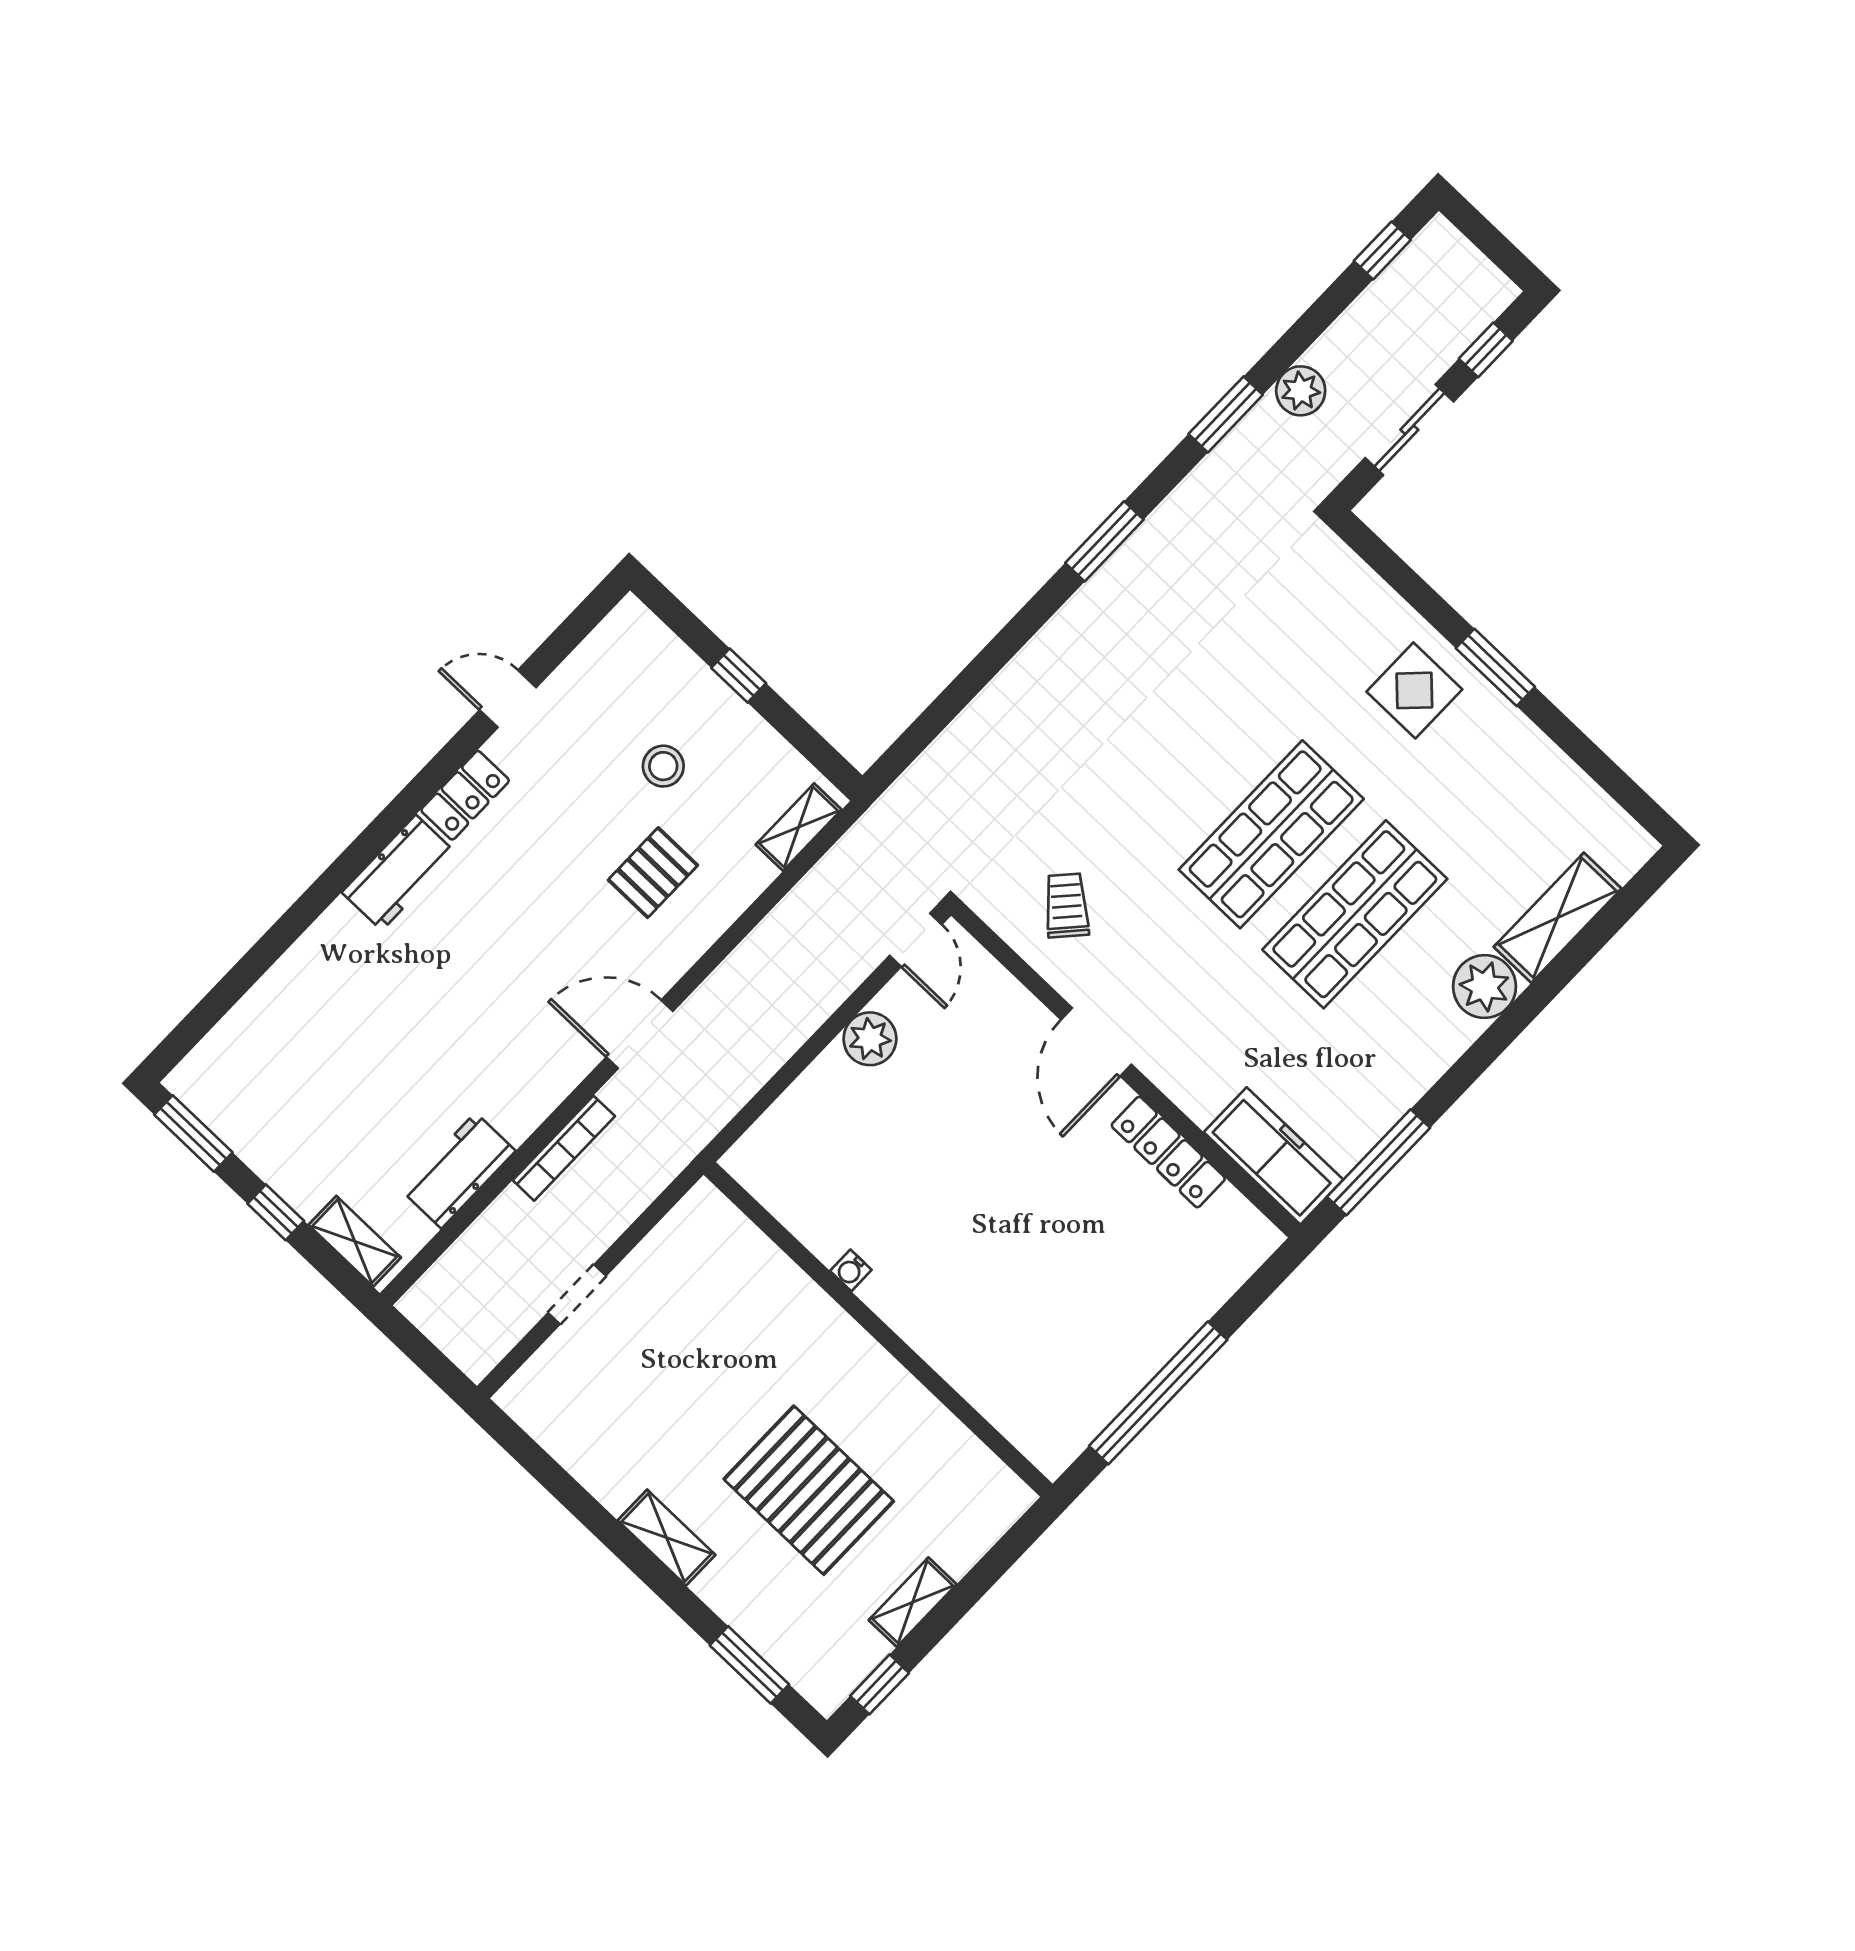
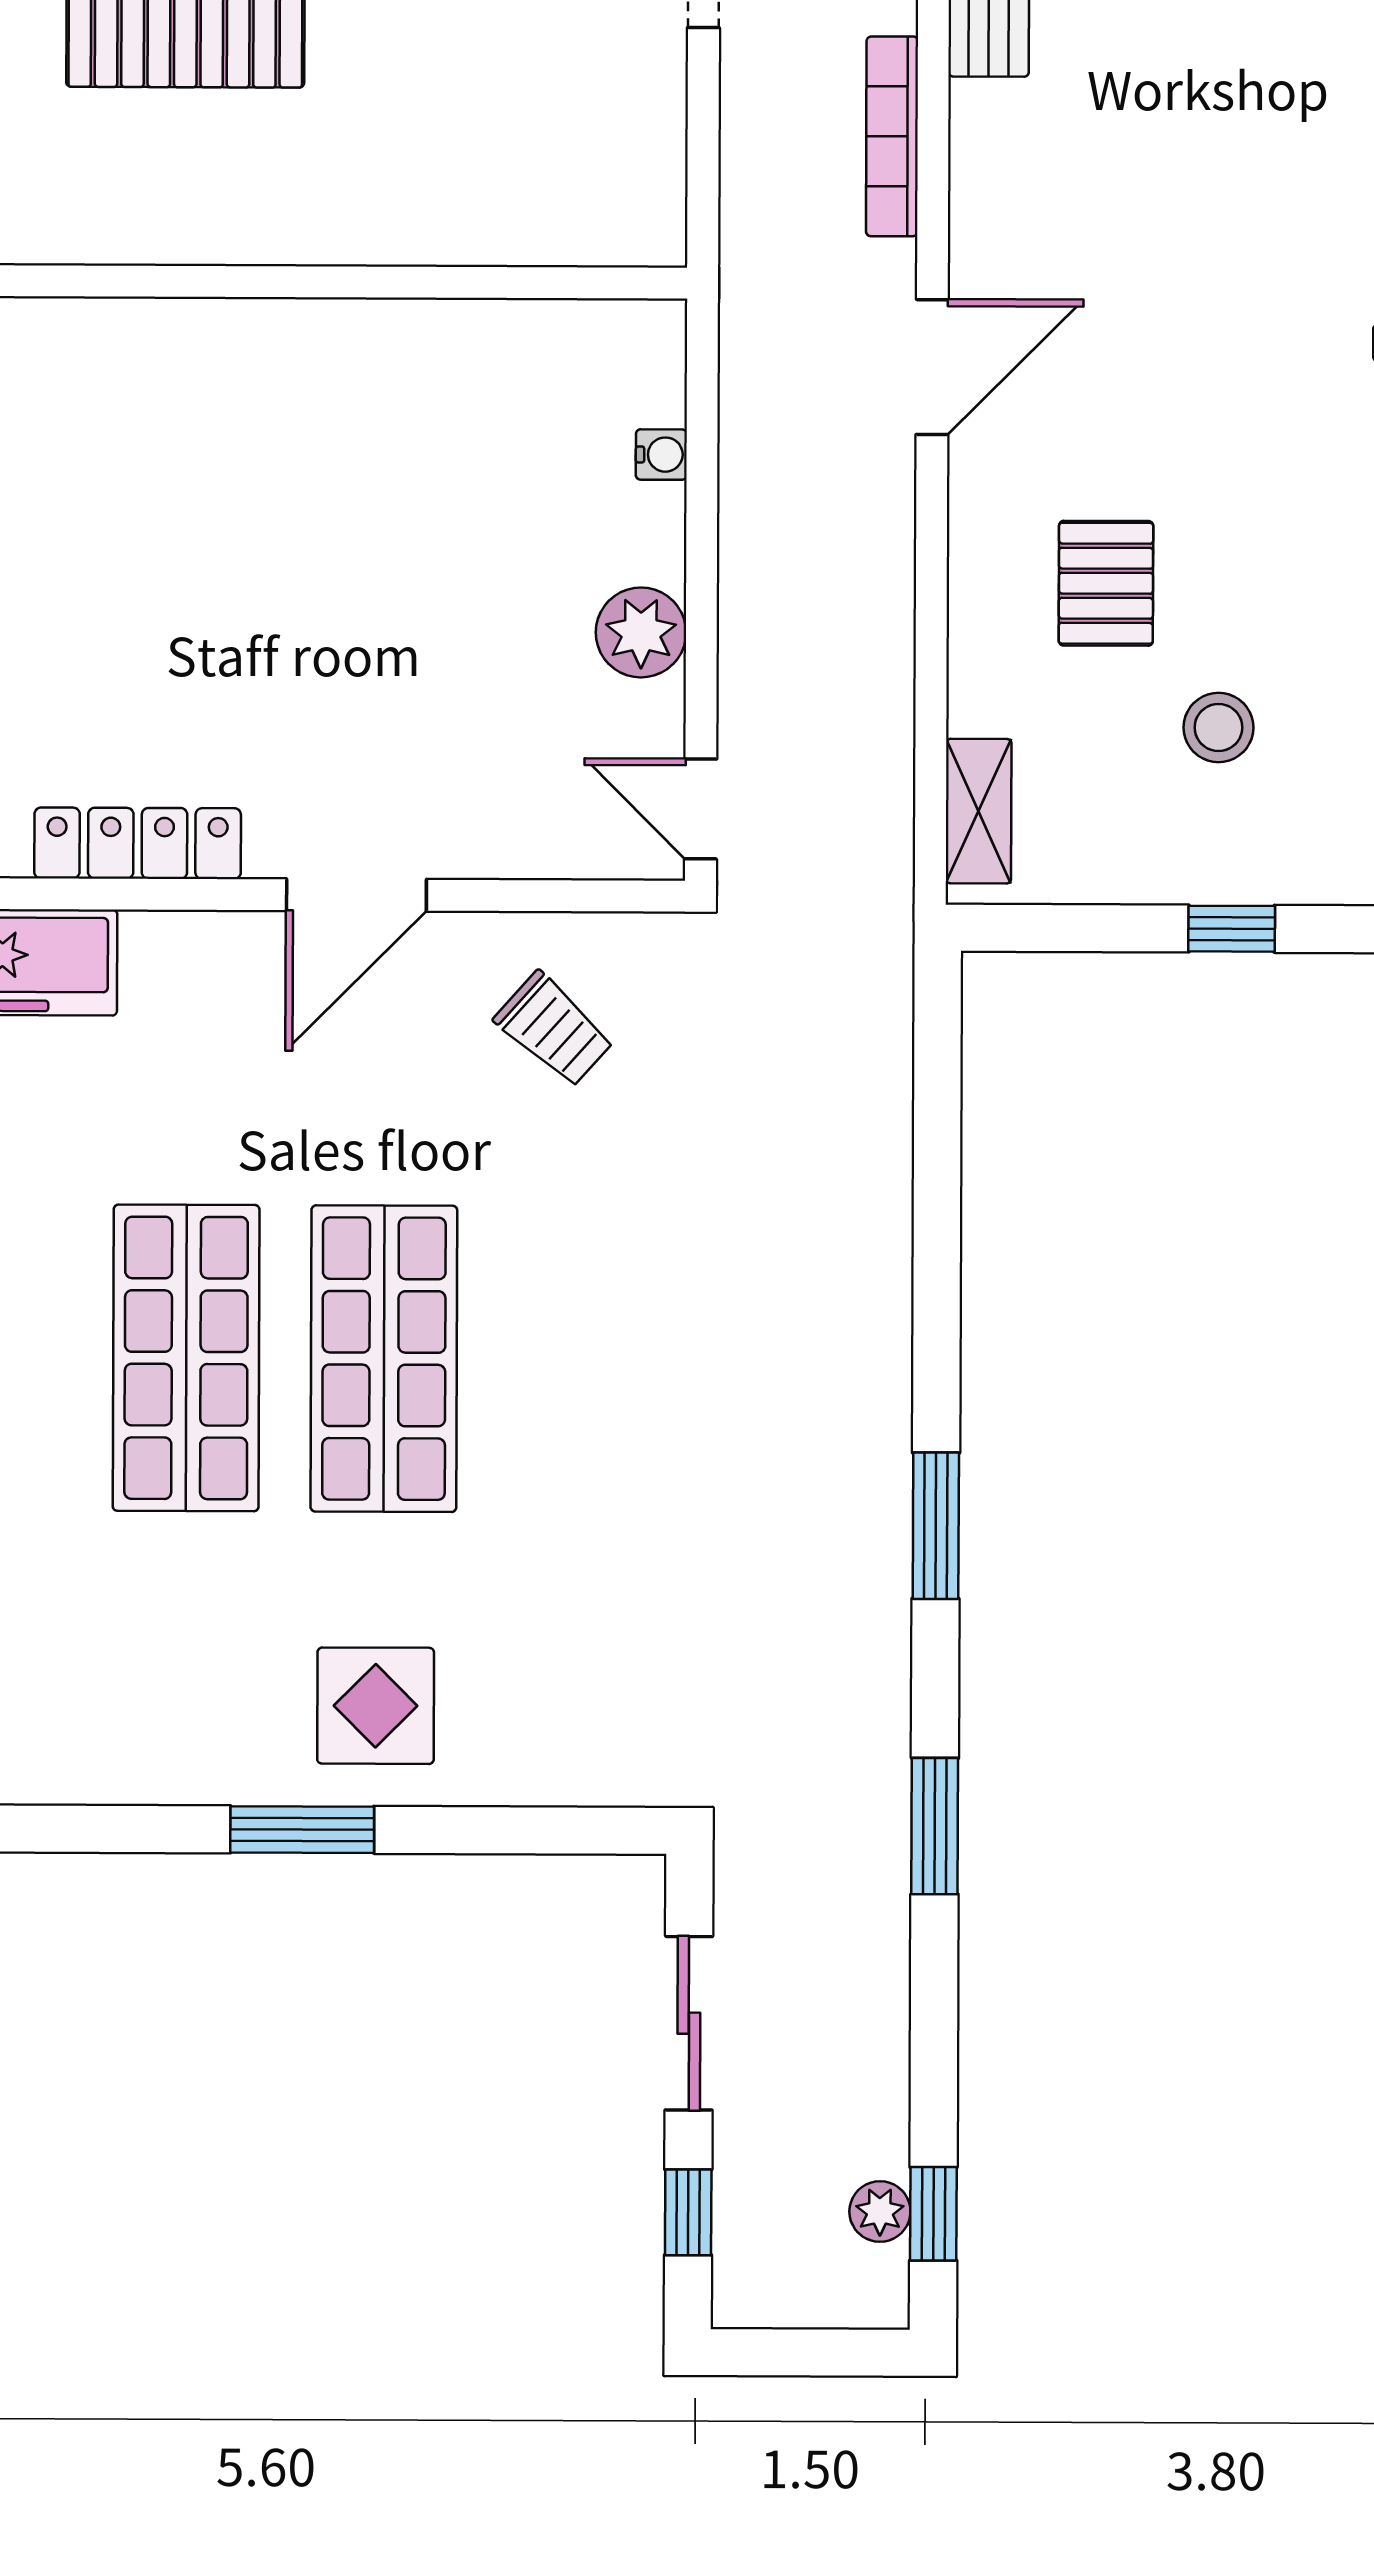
plant: (1301, 391) -> (880, 2212), moved, width x0.73, depth x0.73
door: (1096, 1042) -> (356, 895), swing flipped
water cooler: (851, 1270) -> (661, 455), moved, turned 90

